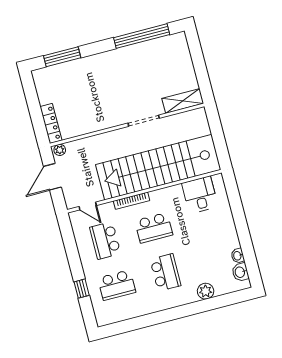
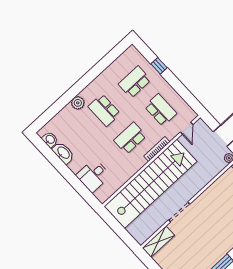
desk: (200, 195) -> (93, 176), moved, turned 90
door: (88, 206) -> (187, 128), swing flipped
washbasin: (238, 256) -> (63, 153), width x1.91, depth x1.45
plant: (206, 291) -> (78, 103), moved

